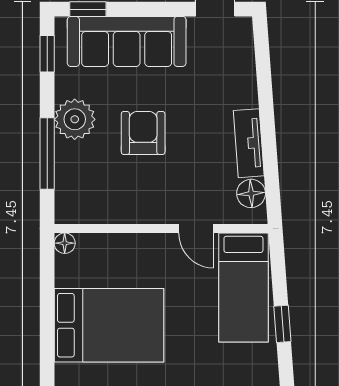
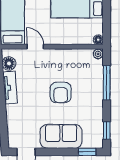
sofa: (127, 41) -> (61, 136), width x0.73
plant: (75, 119) -> (98, 54), moved, width x0.53, depth x0.53

